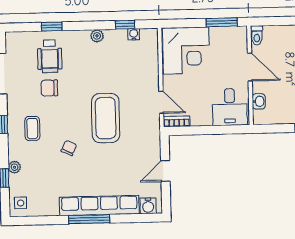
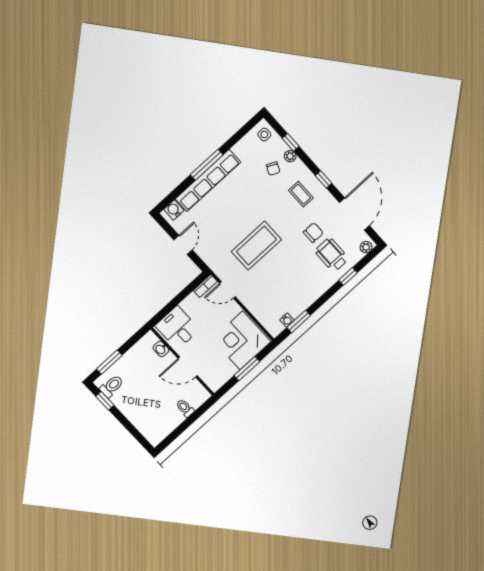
window: (222, 22) -> (247, 369), moved
window: (125, 25) -> (299, 321), width x1.50
toilet: (257, 35) -> (185, 408), moved
plant: (97, 36) -> (366, 247), moved
coffee table: (106, 118) -> (256, 246), turned 90
chair: (69, 148) -> (273, 169), moved

